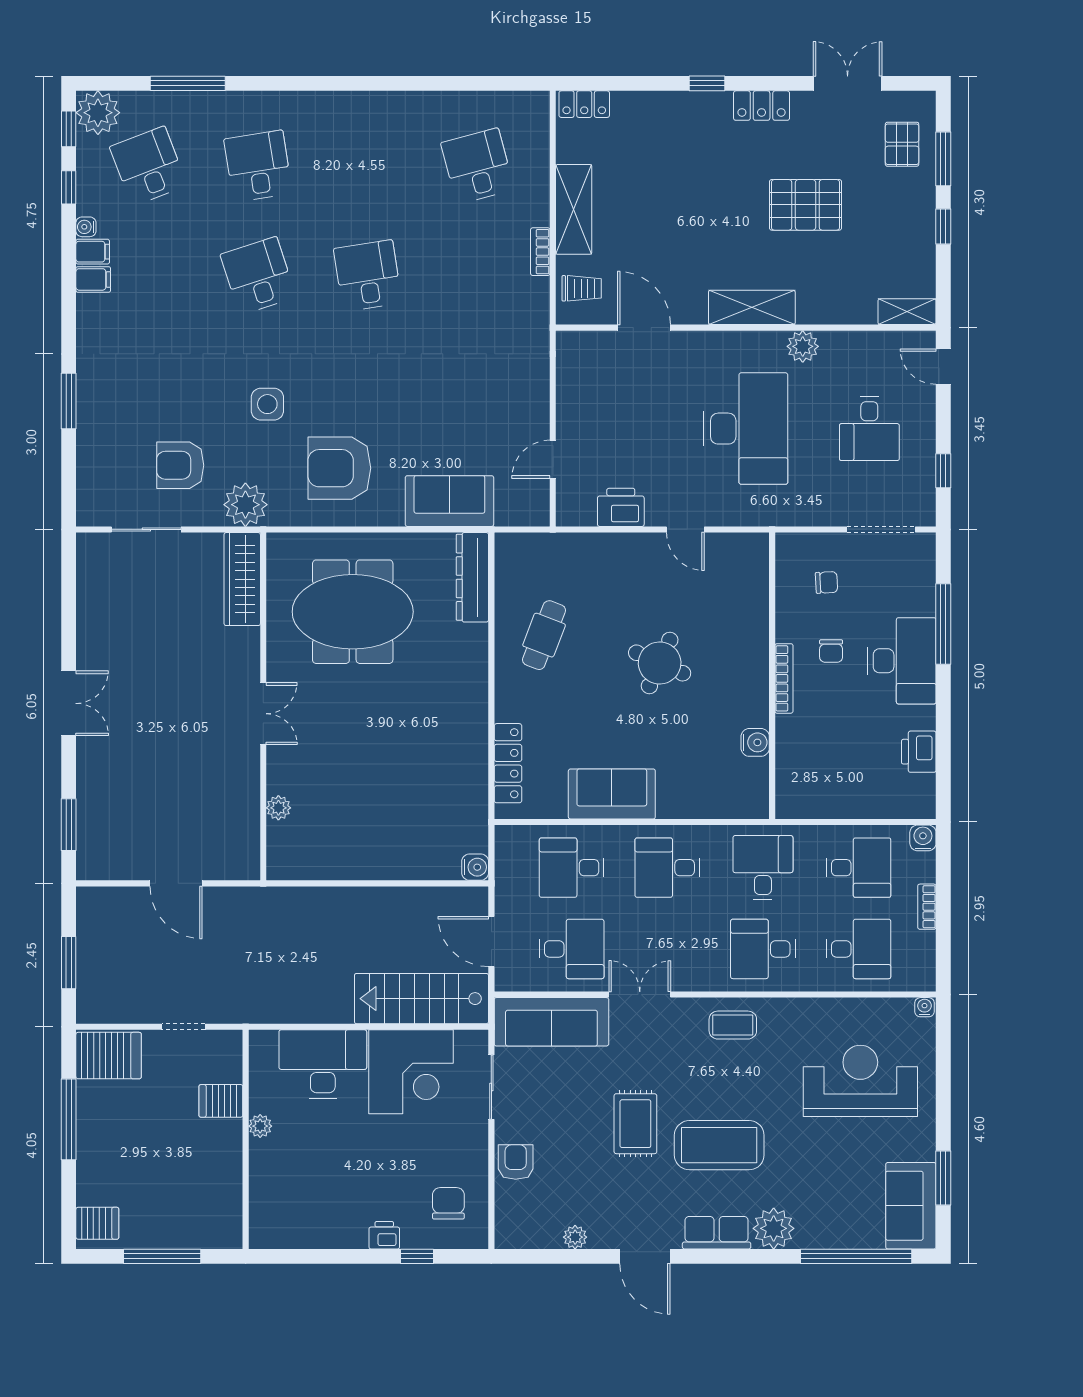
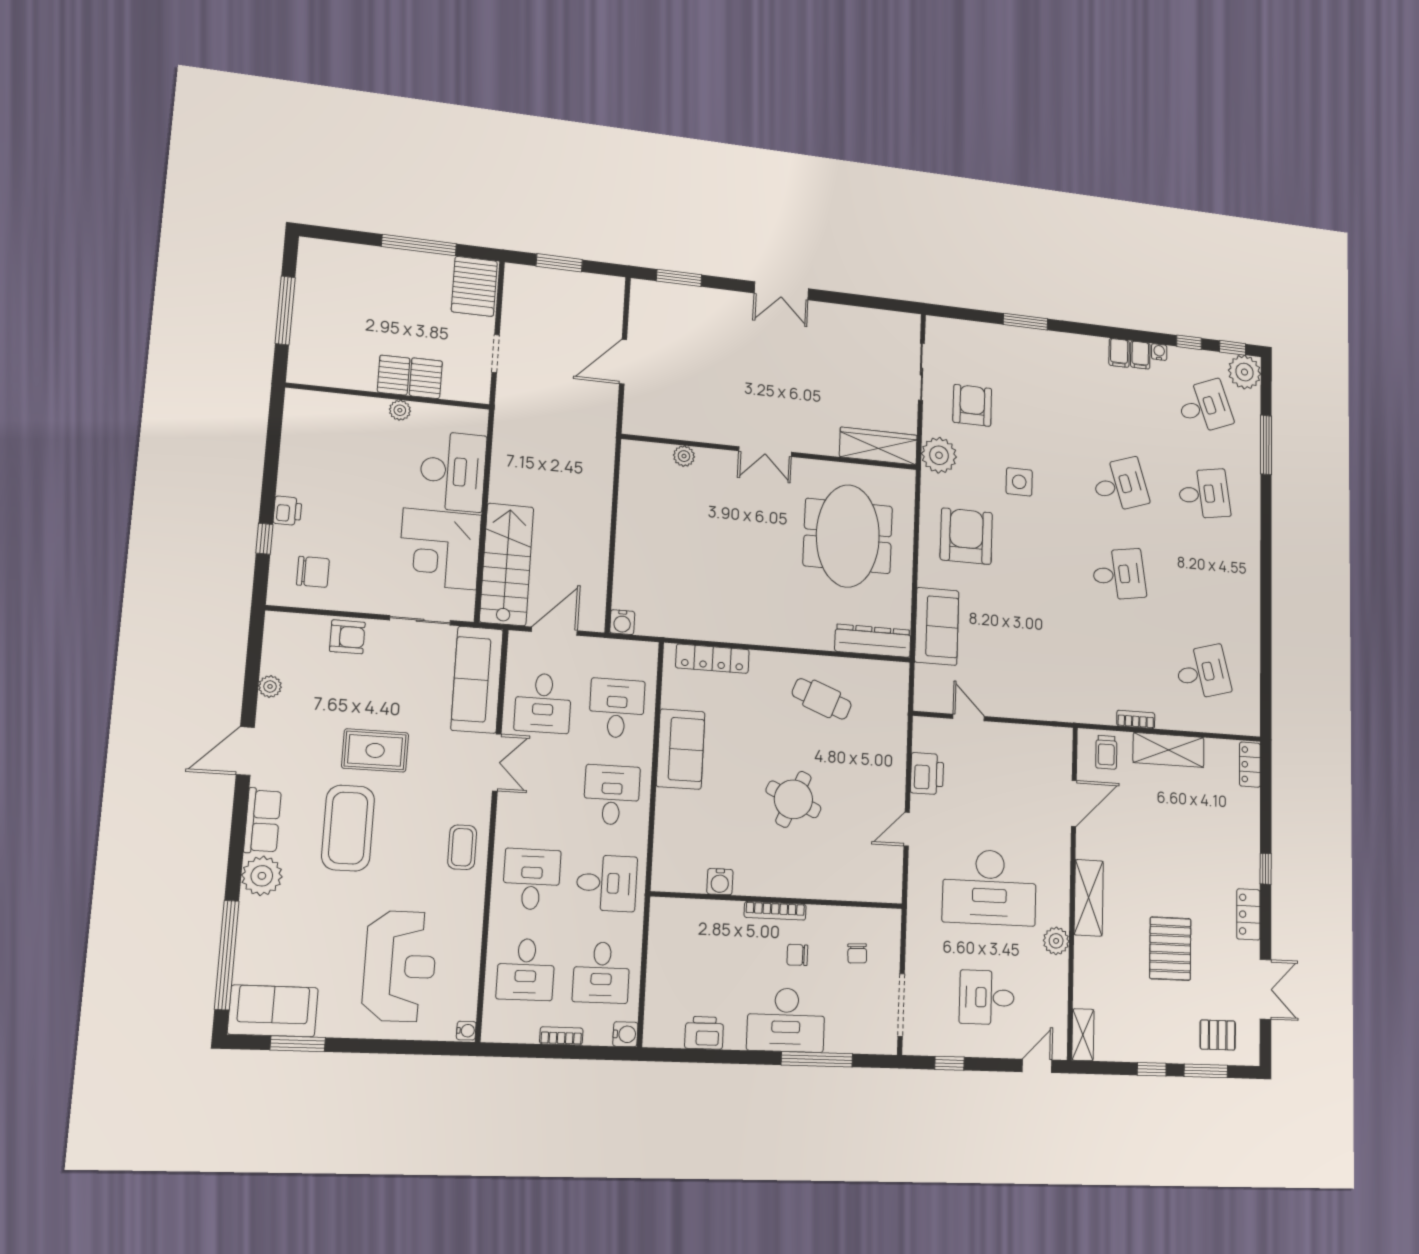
server rack: (97, 1223) -> (394, 375), moved, turned 180

